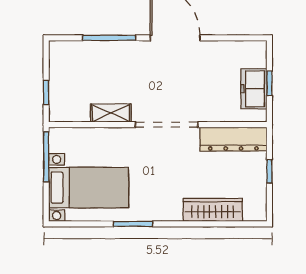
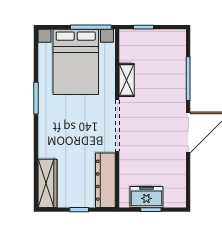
bed with nightstands: (89, 188) -> (76, 62), width x1.36
wardrobe: (213, 210) -> (47, 183), moved

